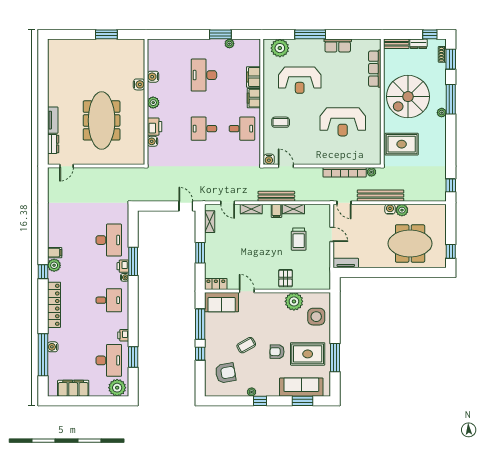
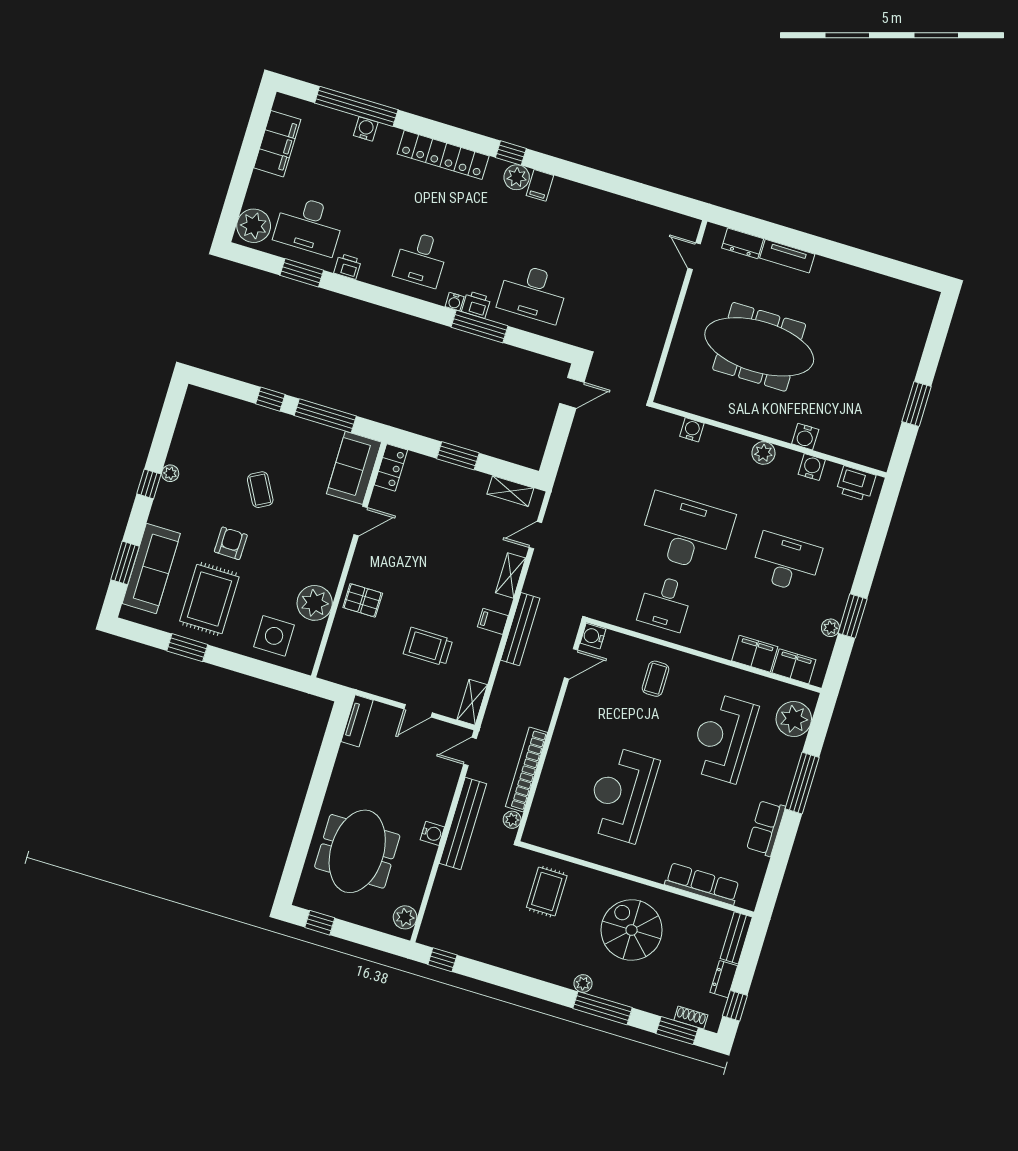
spiral stairs: (408, 97) -> (632, 930), width x0.73, depth x0.73
filing cabinet: (254, 98) -> (794, 666), moved
printer: (155, 127) -> (856, 484), moved
desk: (204, 129) -> (687, 533), width x1.87, depth x1.30
rug: (402, 144) -> (547, 891), width x0.73, depth x0.70
door: (186, 206) -> (572, 393), moved
shelving: (293, 209) -> (472, 702), moved
plant: (402, 210) -> (405, 917), moved
window: (335, 358) -> (187, 648), width x0.69
armchair: (225, 373) -> (220, 435), removed

